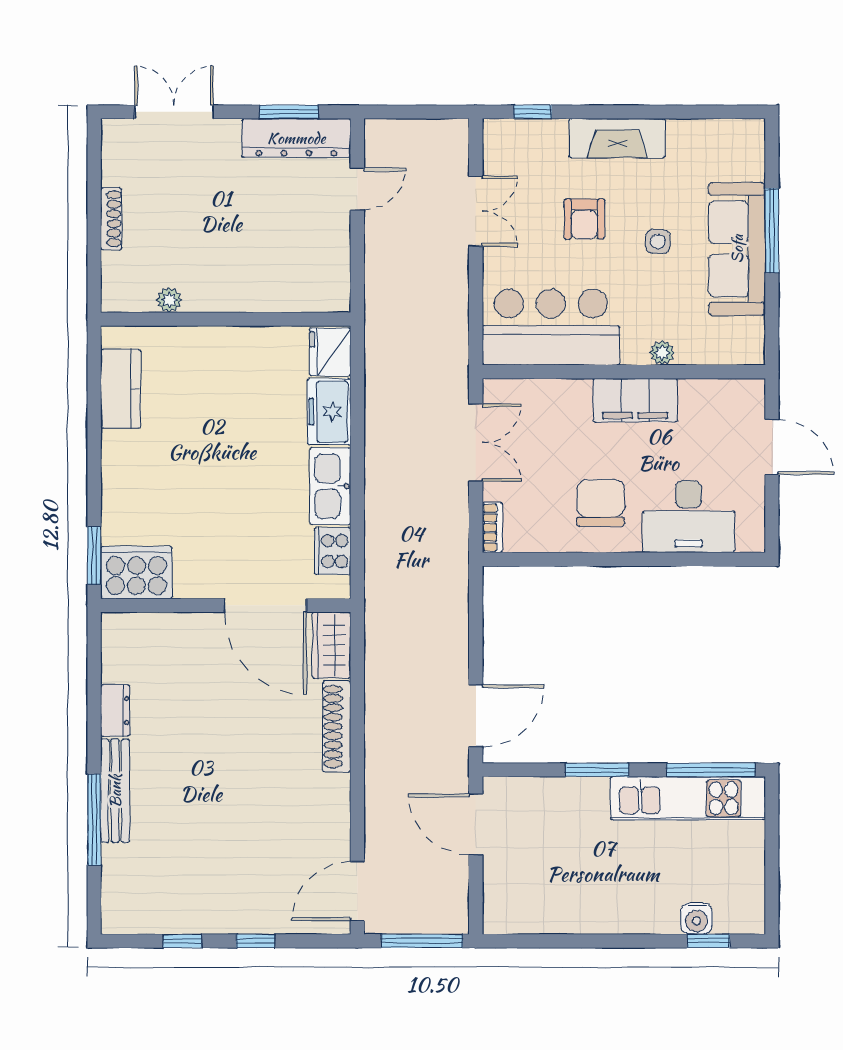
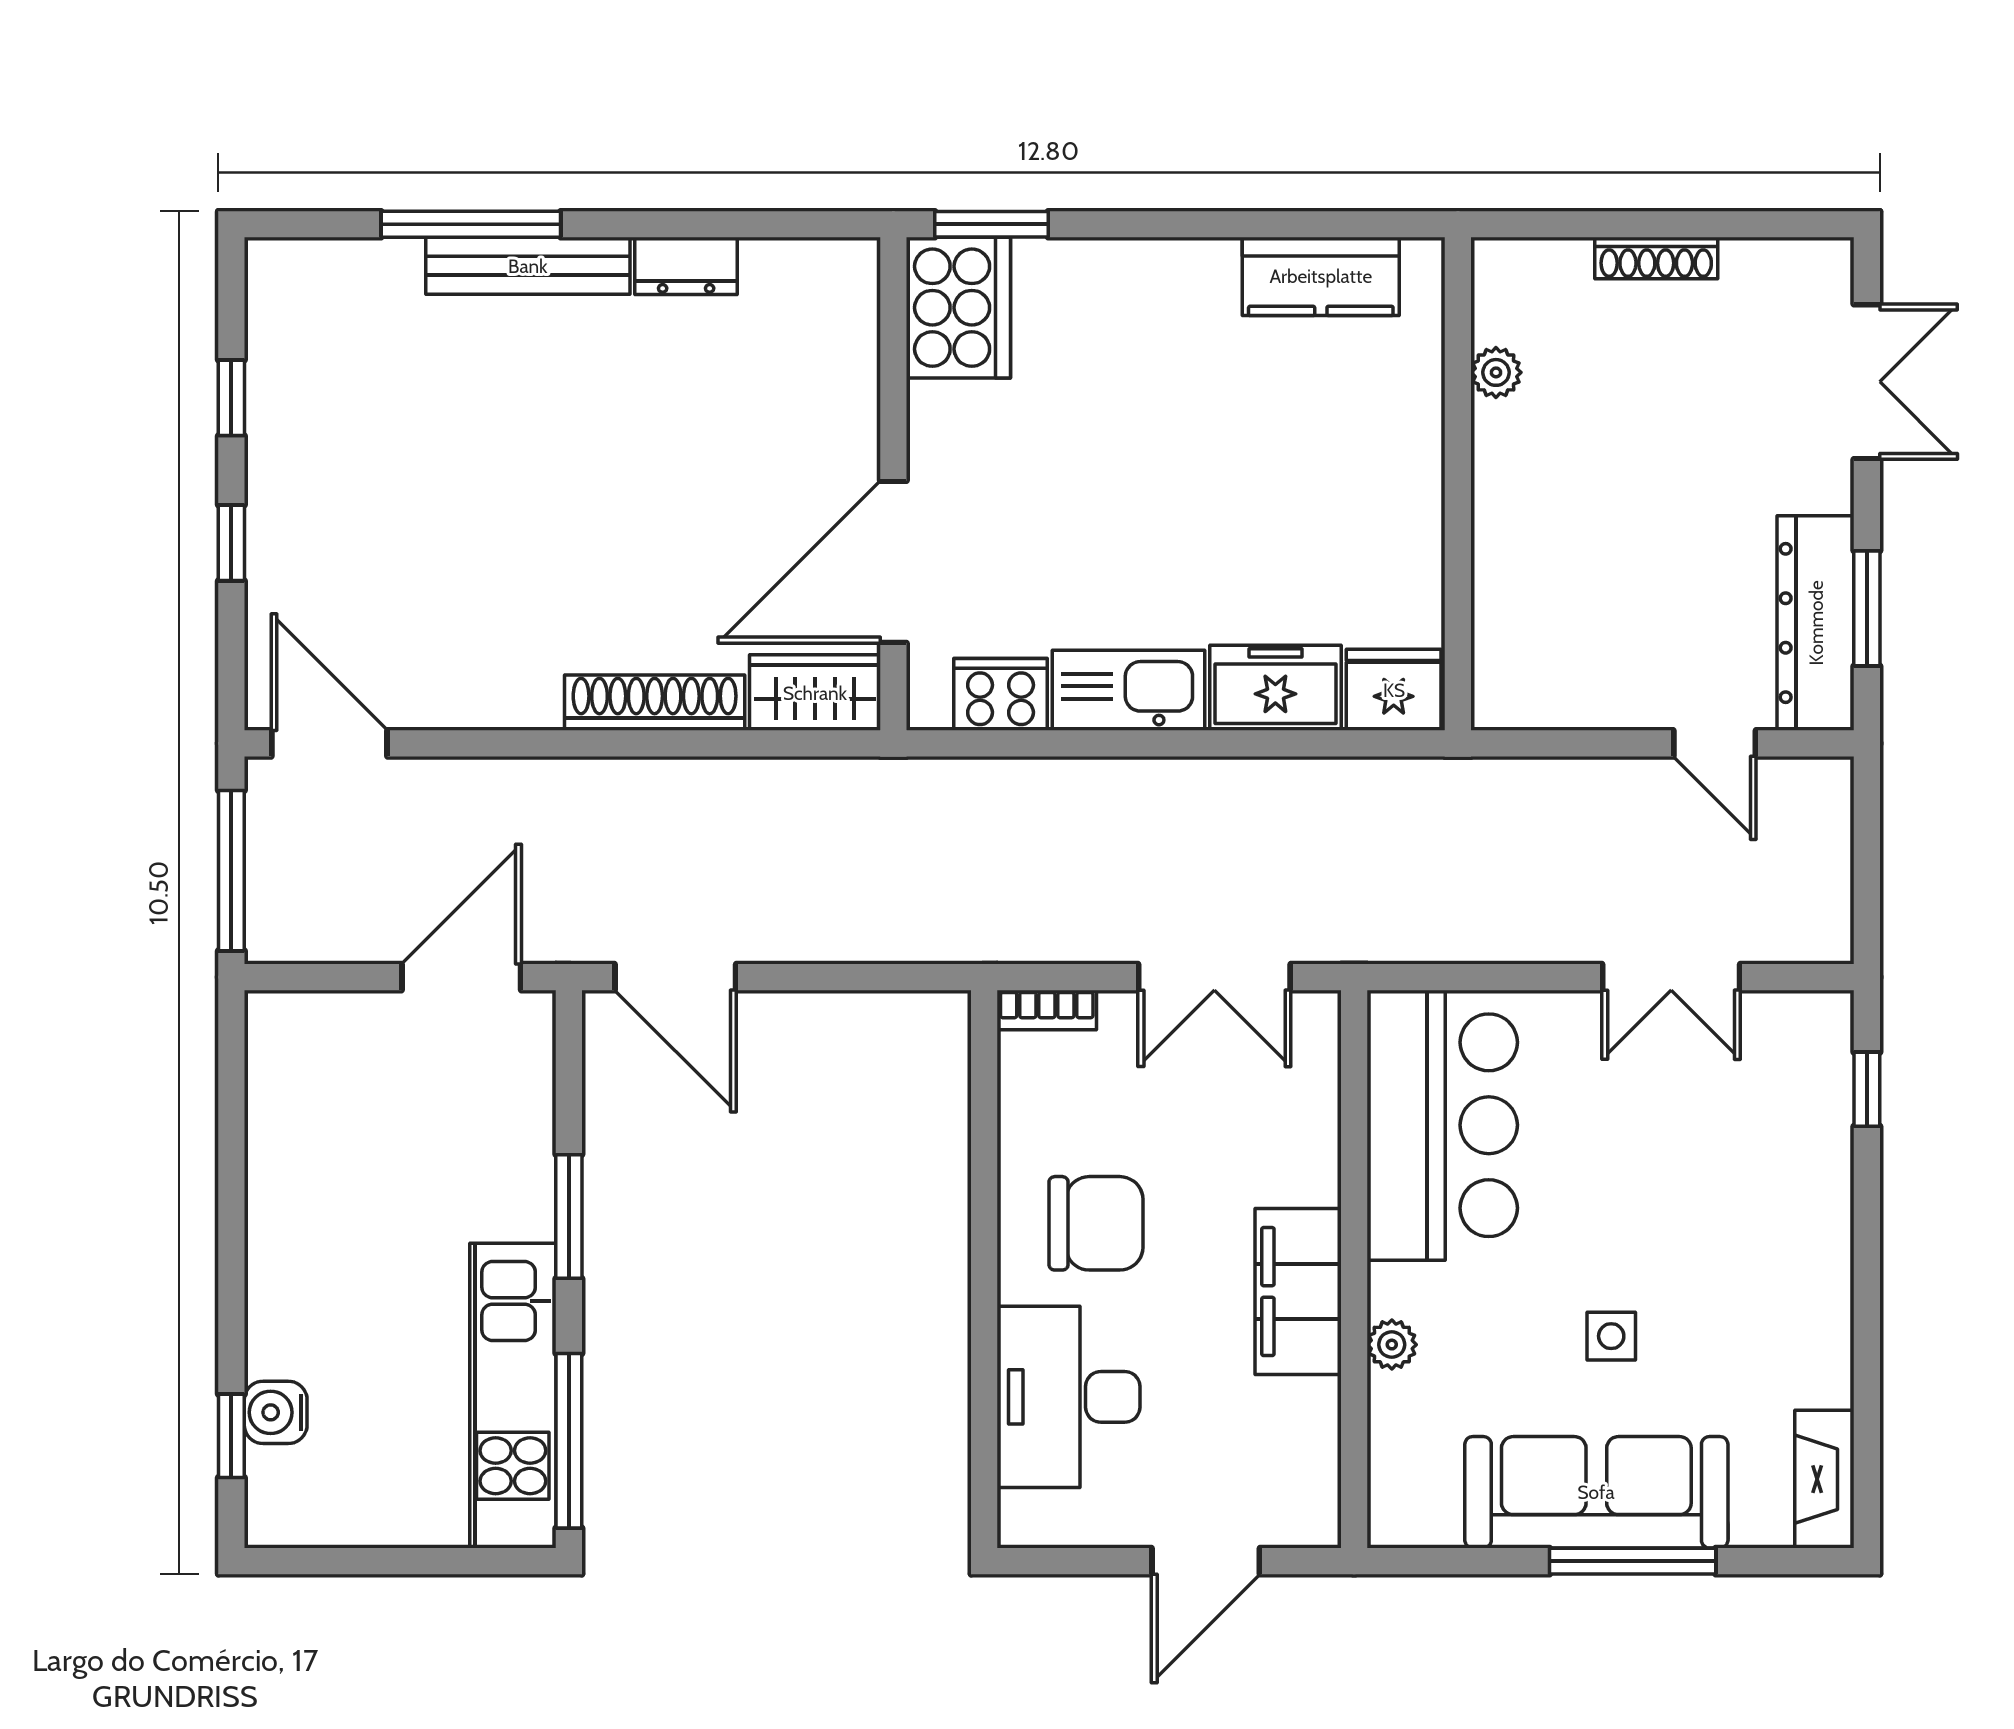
fireplace: (617, 138) -> (1824, 1479), moved, width x0.73, depth x0.76
armchair: (584, 219) -> (1655, 1191), removed

